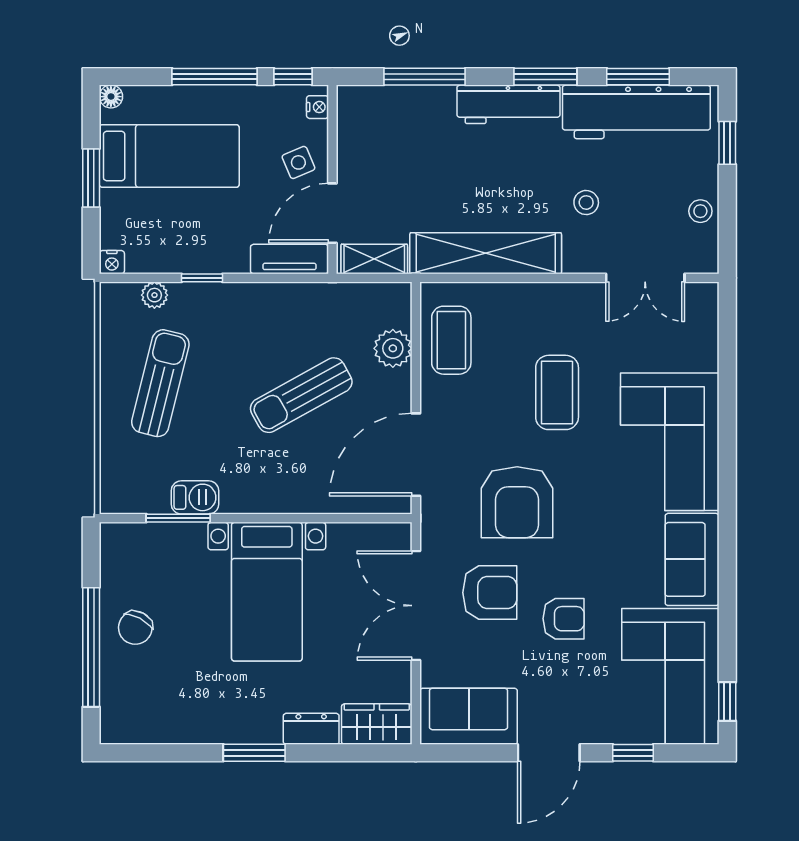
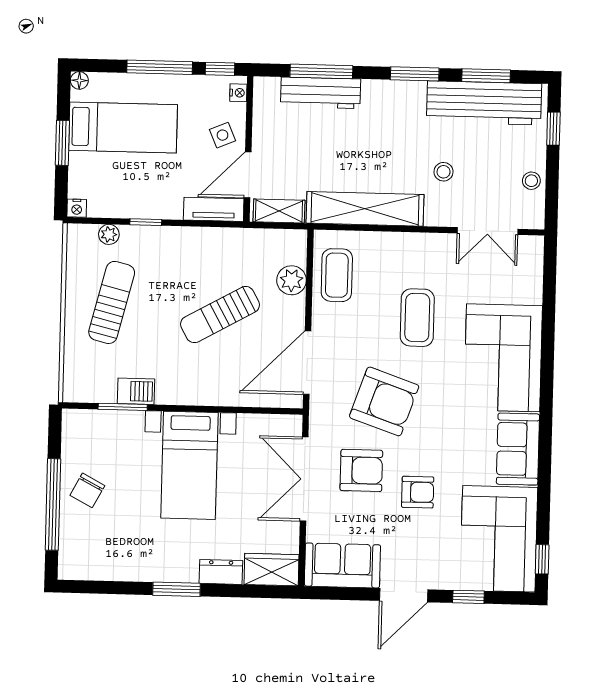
workbench: (508, 104) -> (321, 93), moved
armchair: (517, 502) -> (384, 401), turned -71

